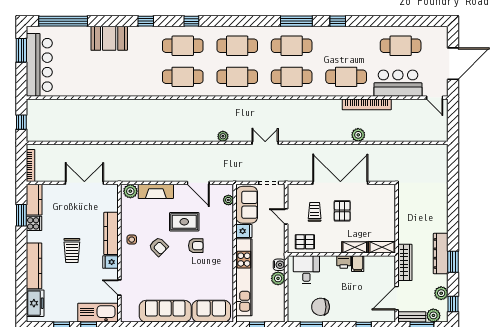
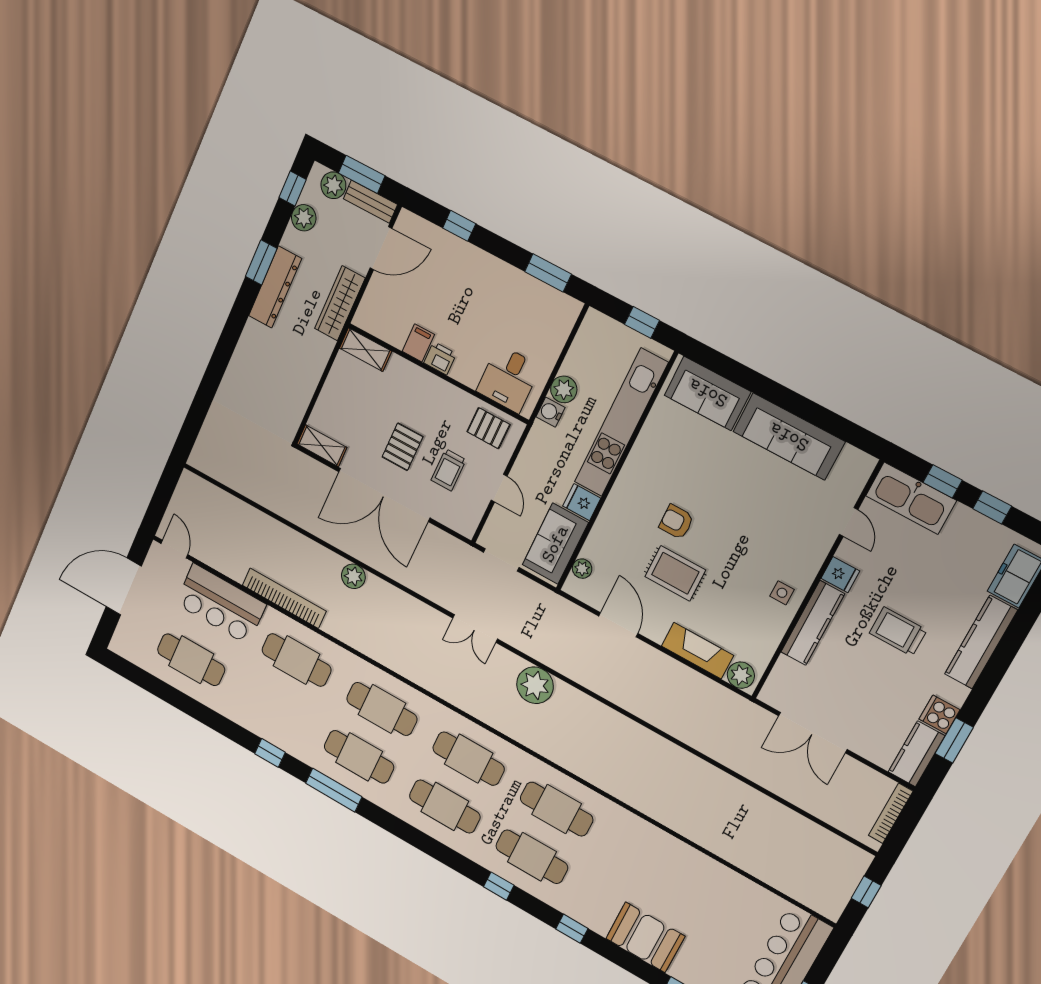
plant: (358, 135) -> (353, 576), moved
plant: (223, 136) -> (535, 685), width x1.88, depth x1.88
armchair: (159, 247) -> (742, 555), removed
shelving: (355, 247) -> (322, 446), moved
trolley: (72, 251) -> (898, 632), turned -90
chair: (321, 307) -> (515, 301), removed

